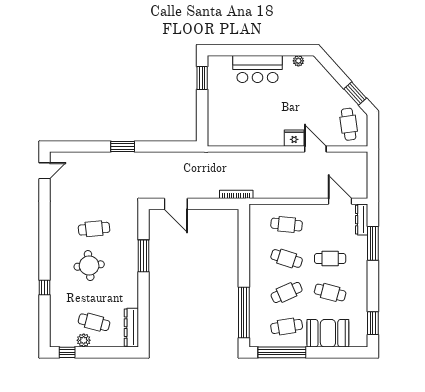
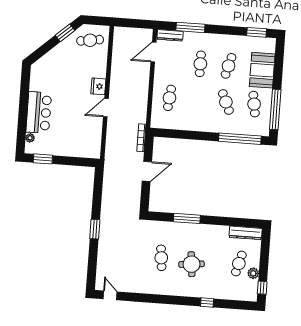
plant: (298, 61) -> (30, 138), moved
door: (315, 149) -> (106, 108), moved
door: (176, 204) -> (147, 171), moved
cafe table: (287, 258) -> (198, 100), removed

